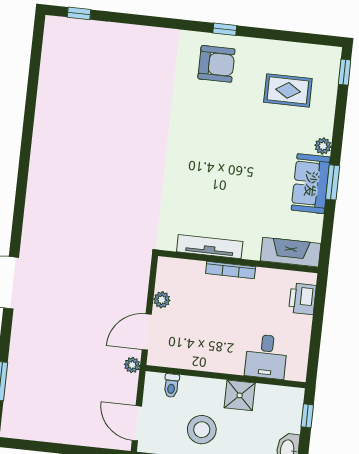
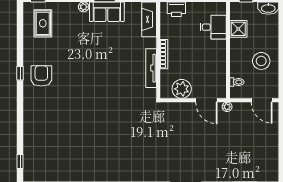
rug: (288, 90) -> (43, 23), moved
plant: (162, 300) -> (182, 89), width x1.88, depth x1.88
shower: (240, 395) -> (238, 29), moved
door: (137, 423) -> (262, 100), hinge flipped

